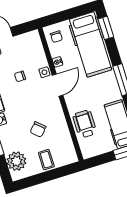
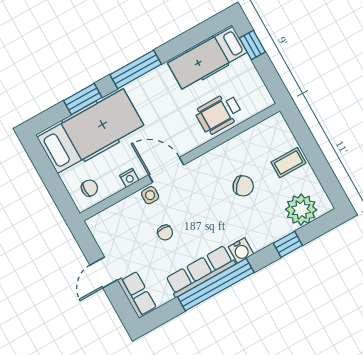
window: (106, 28) -> (83, 99), moved

